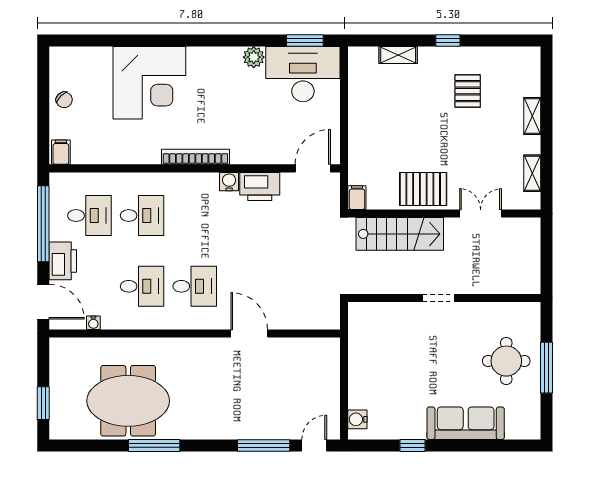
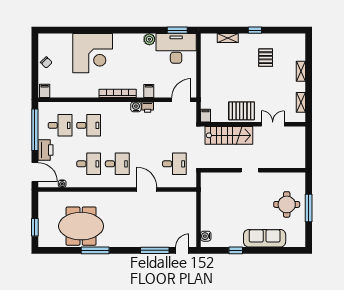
filing cabinet: (253, 152) -> (149, 91), added
printer: (260, 187) -> (148, 107), width x0.53, depth x0.68
desk: (300, 286) -> (174, 164), added

